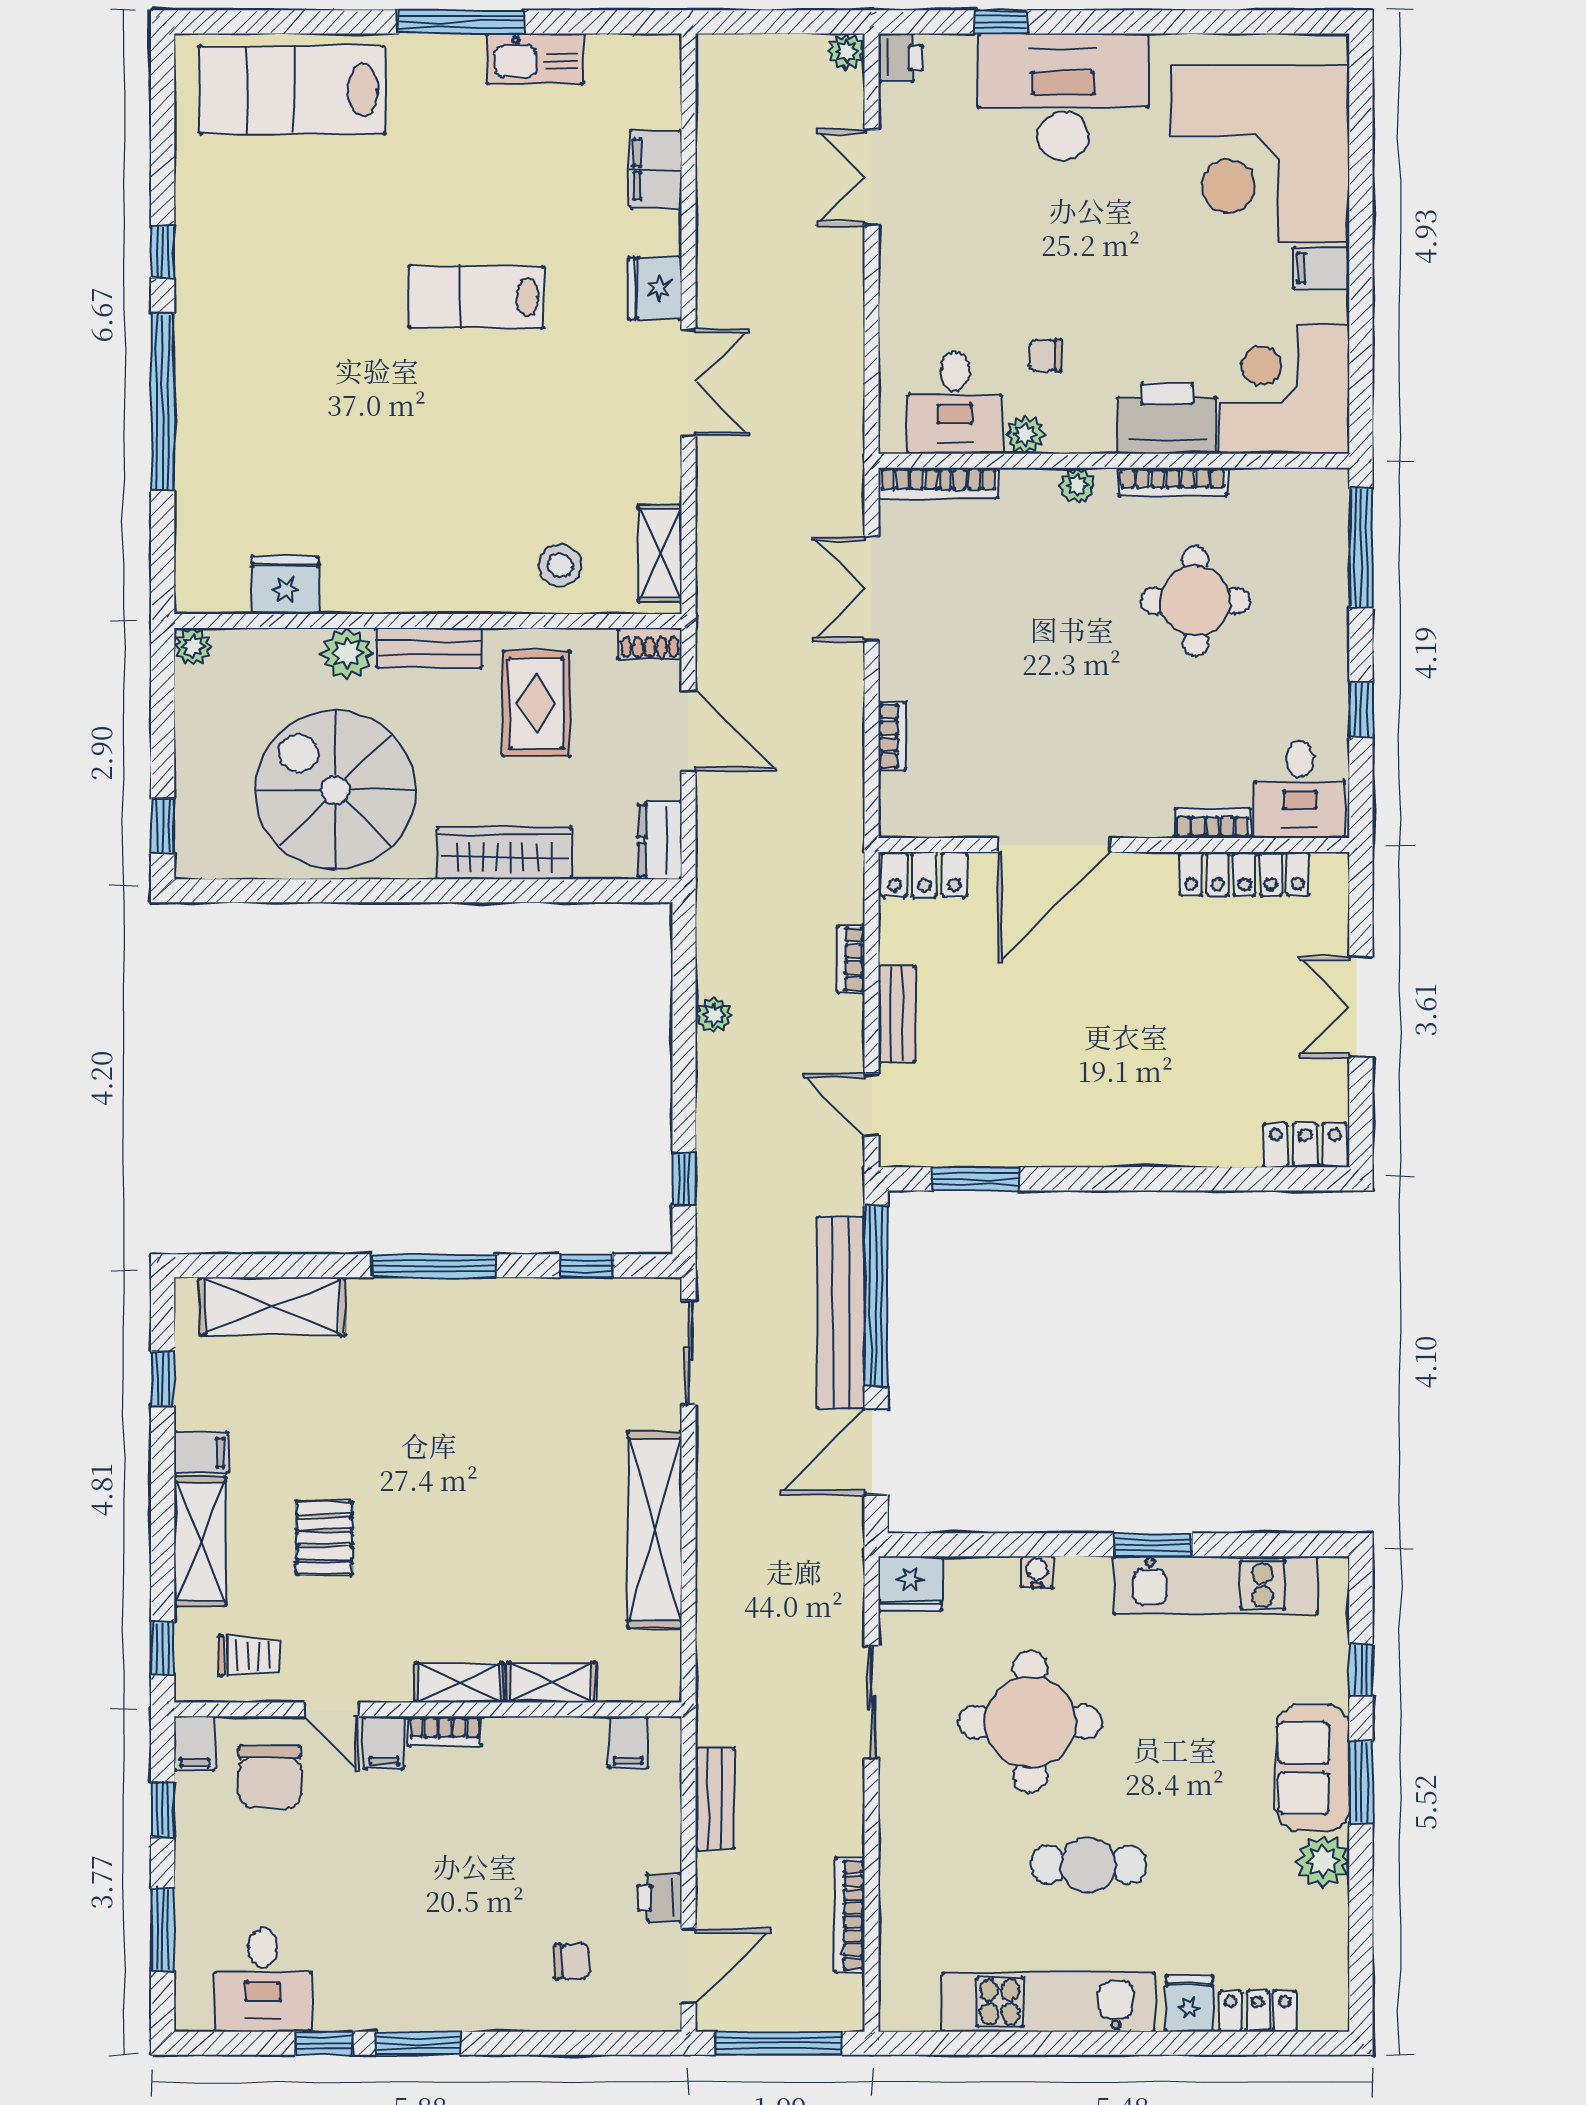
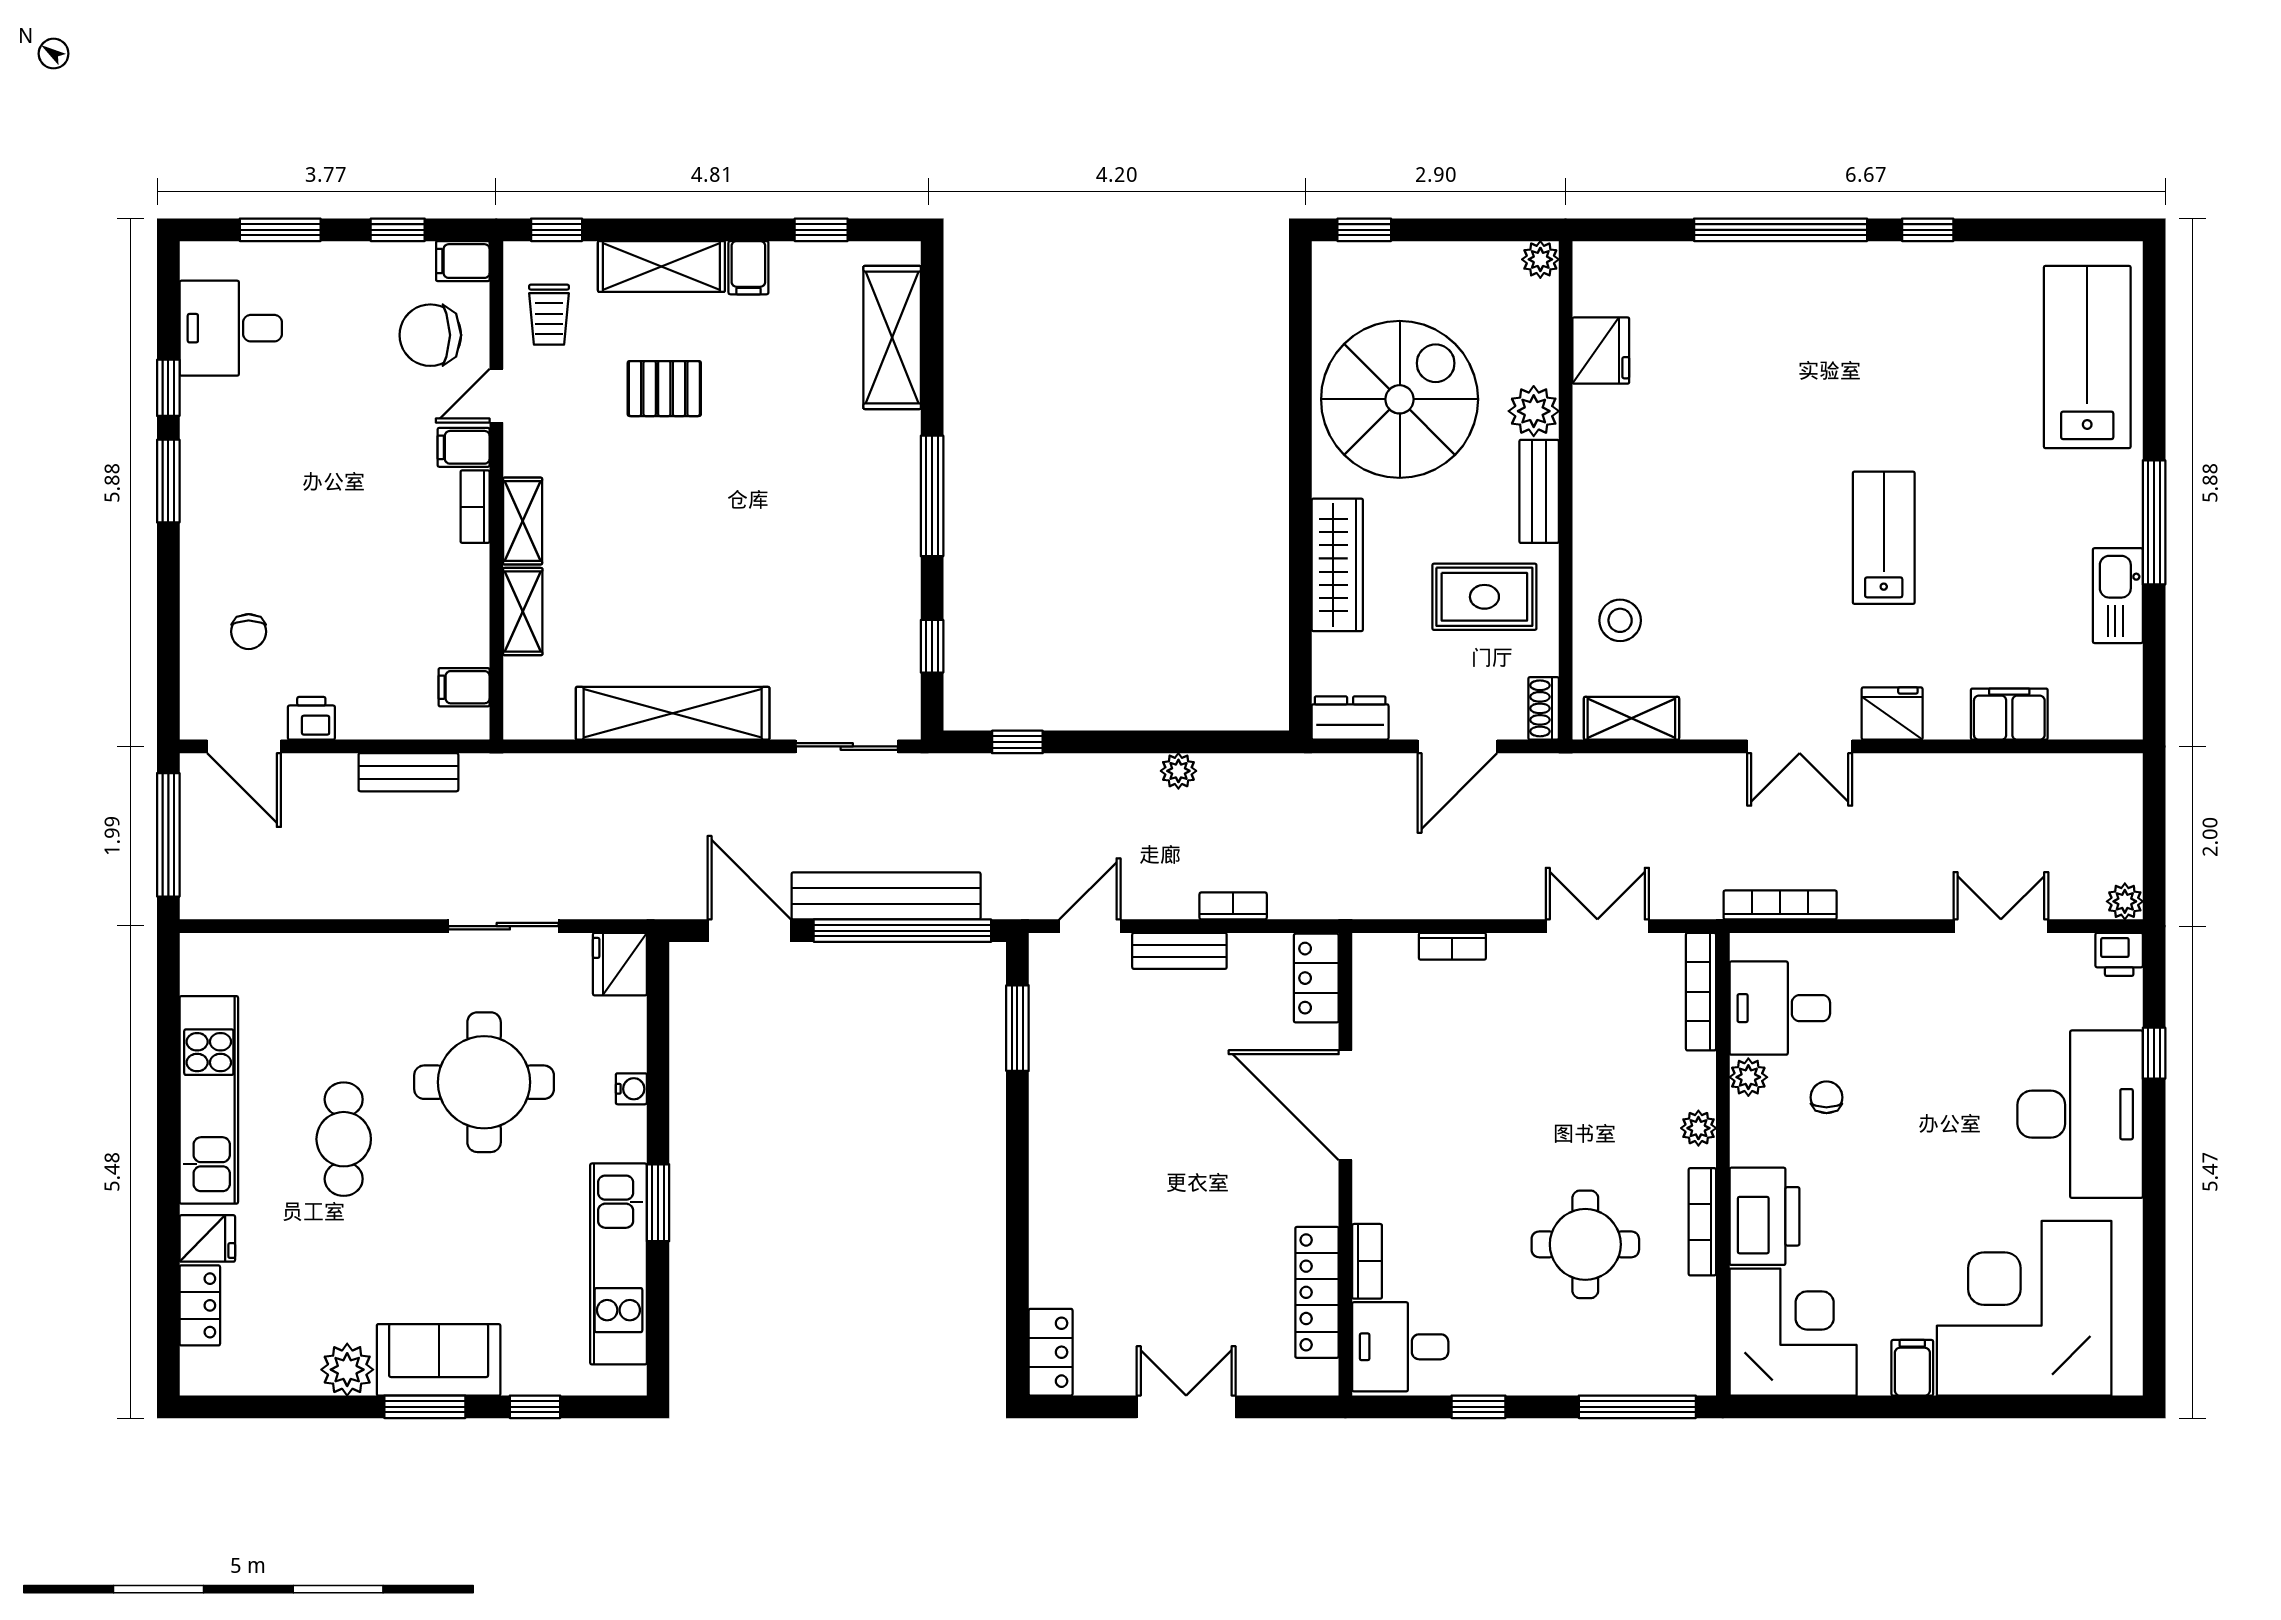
bookcase: (850, 1915) -> (1780, 905), moved

